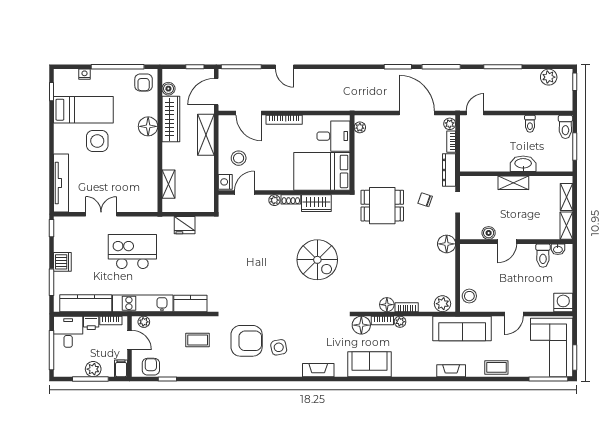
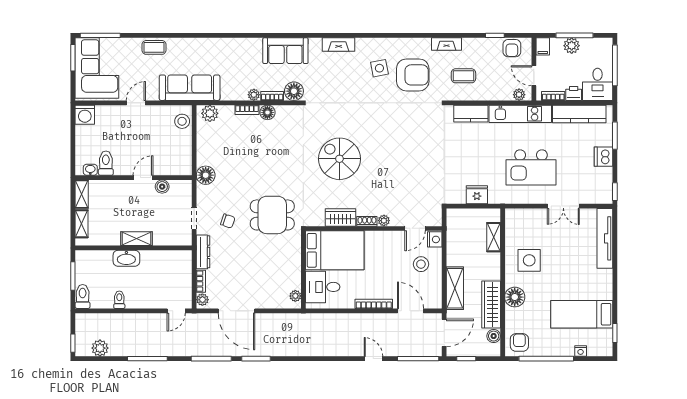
side table: (97, 141) -> (529, 260), moved
armchair: (247, 341) -> (413, 75), turned 180
fireplace: (451, 371) -> (446, 44), moved

